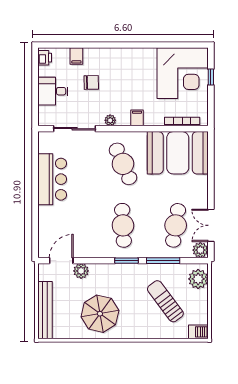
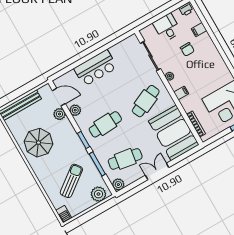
bar counter: (52, 179) -> (96, 68), moved
double door: (211, 225) -> (157, 171), moved
plant: (87, 250) -> (75, 110), added

